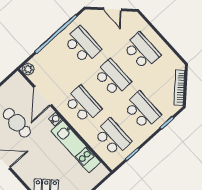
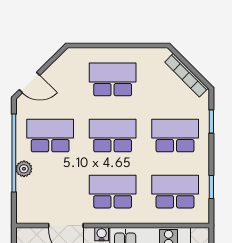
door: (113, 9) -> (30, 83), moved
plant: (28, 69) -> (24, 169), moved

